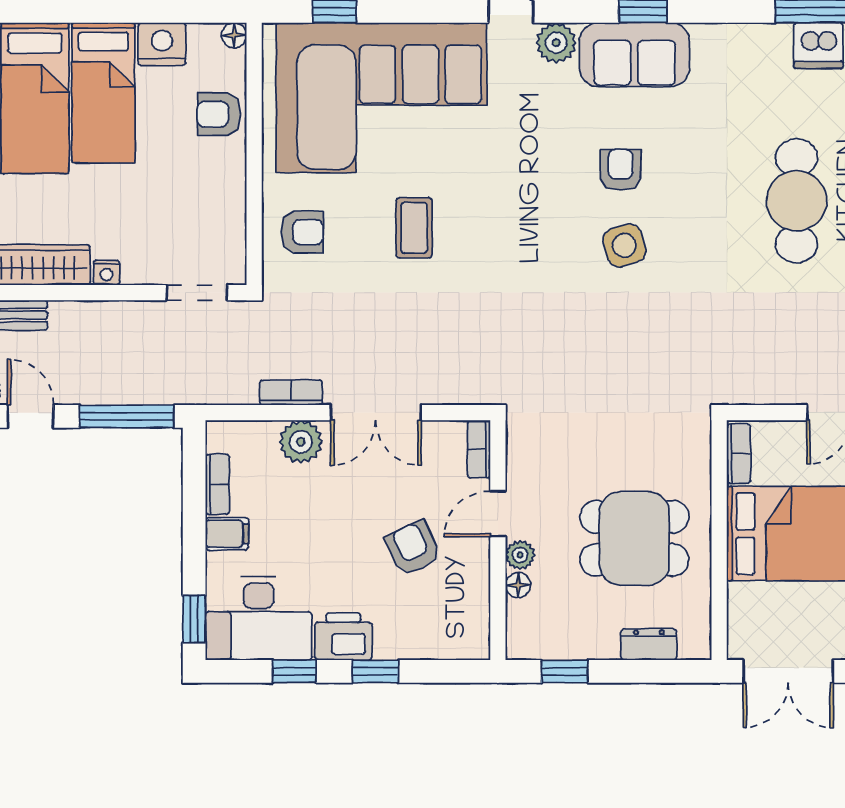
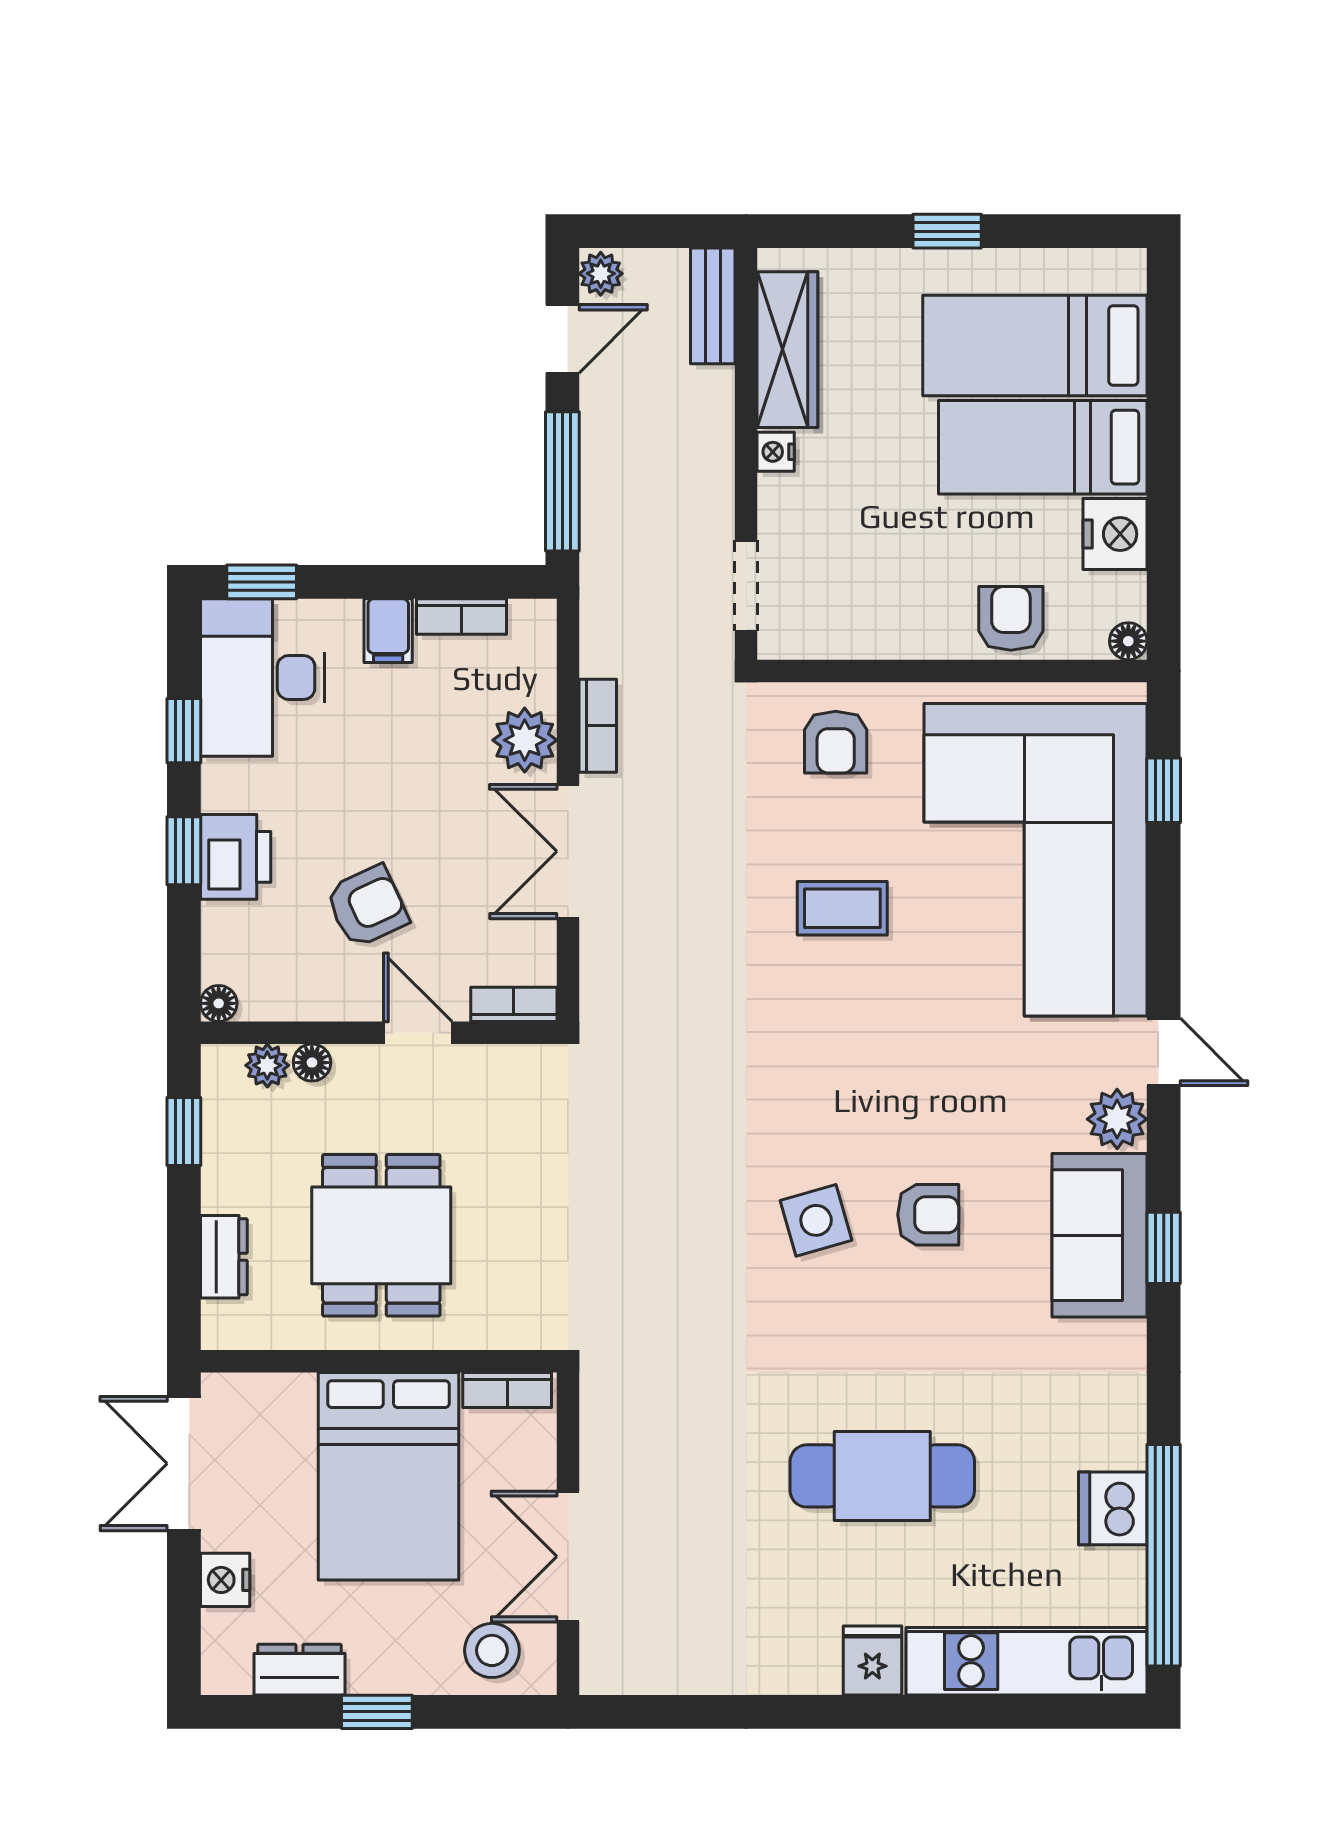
plant: (520, 555) -> (267, 1065), moved
printer: (343, 637) -> (236, 857), moved
floor lamp: (478, 648) -> (219, 1003), added

